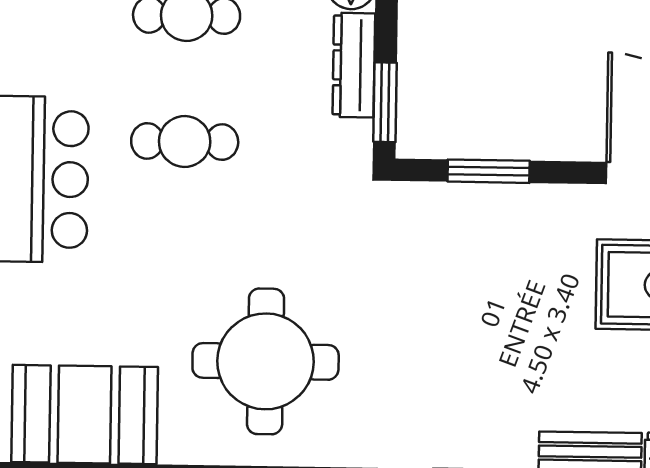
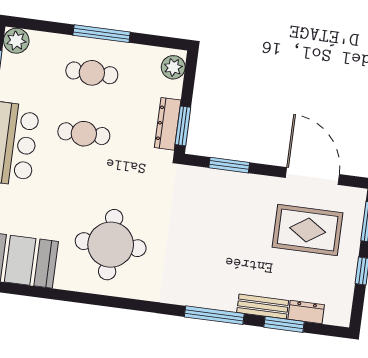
dresser: (354, 65) -> (168, 124), moved

